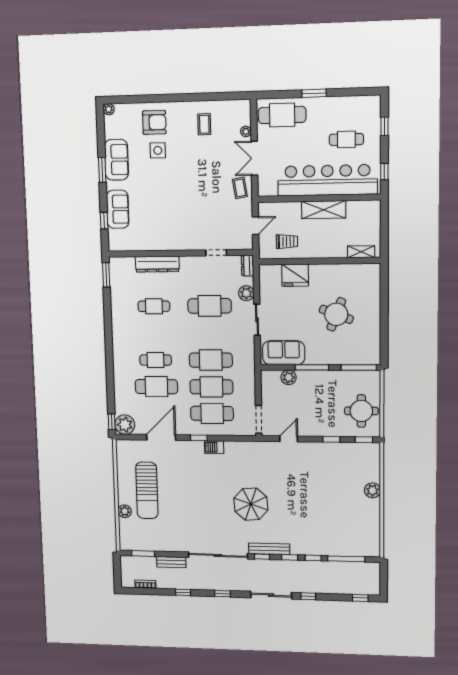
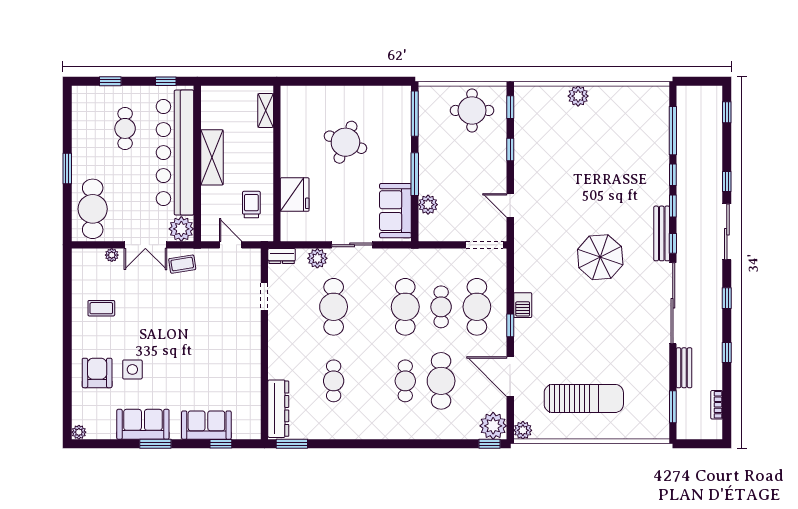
plant: (267, 187) -> (181, 229), added
dresser: (157, 264) -> (278, 409), moved
cafe table: (211, 387) -> (441, 307), width x0.73, depth x0.74
plant: (125, 511) -> (523, 430), moved

